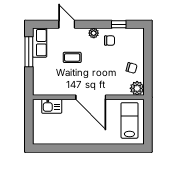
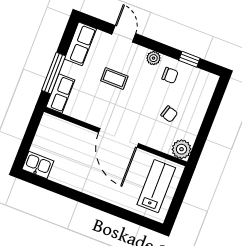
window: (29, 52) -> (54, 73), moved
chair: (132, 68) -> (169, 114), moved
row of seats: (39, 82) -> (60, 93), added
kitchen sink: (52, 106) -> (38, 165), moved, turned 180

